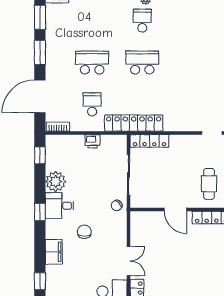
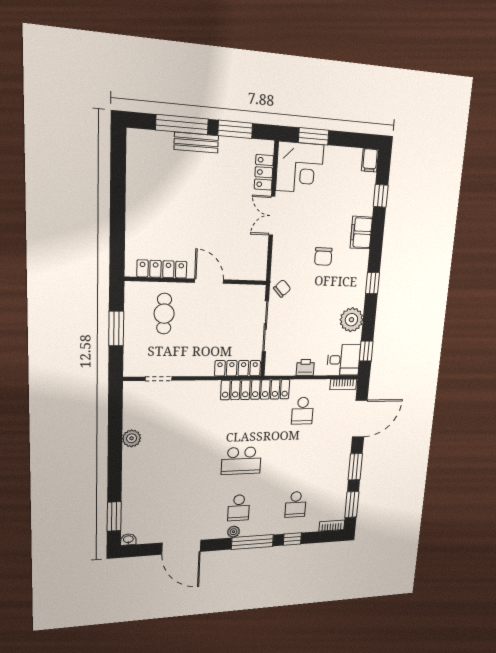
school desk: (92, 63) -> (296, 504), moved, width x0.54
desk: (59, 206) -> (344, 360), moved

